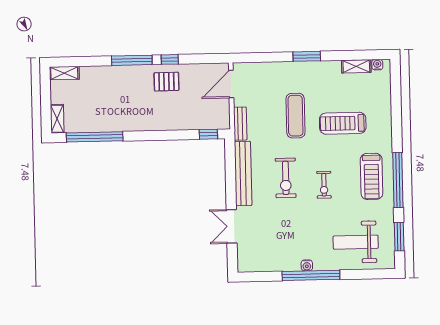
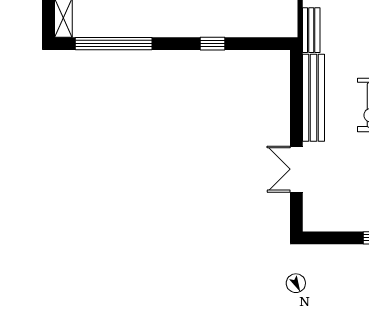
window: (208, 134) -> (212, 44), moved

